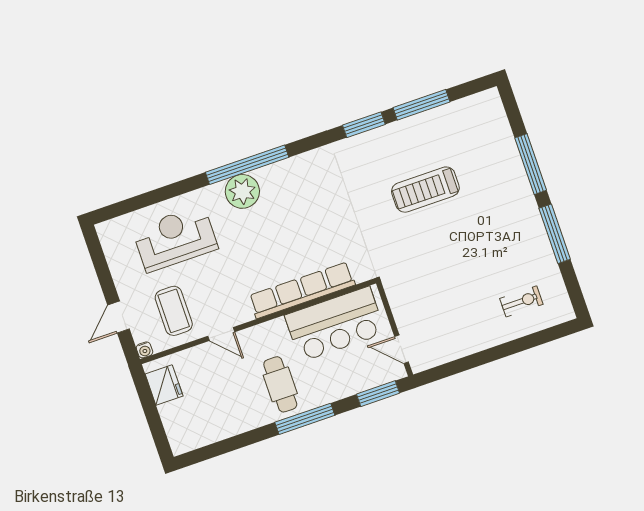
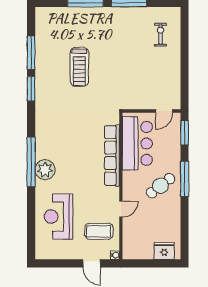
cafe table: (280, 384) -> (161, 186), turned -38
fridge: (164, 385) -> (164, 251), moved

